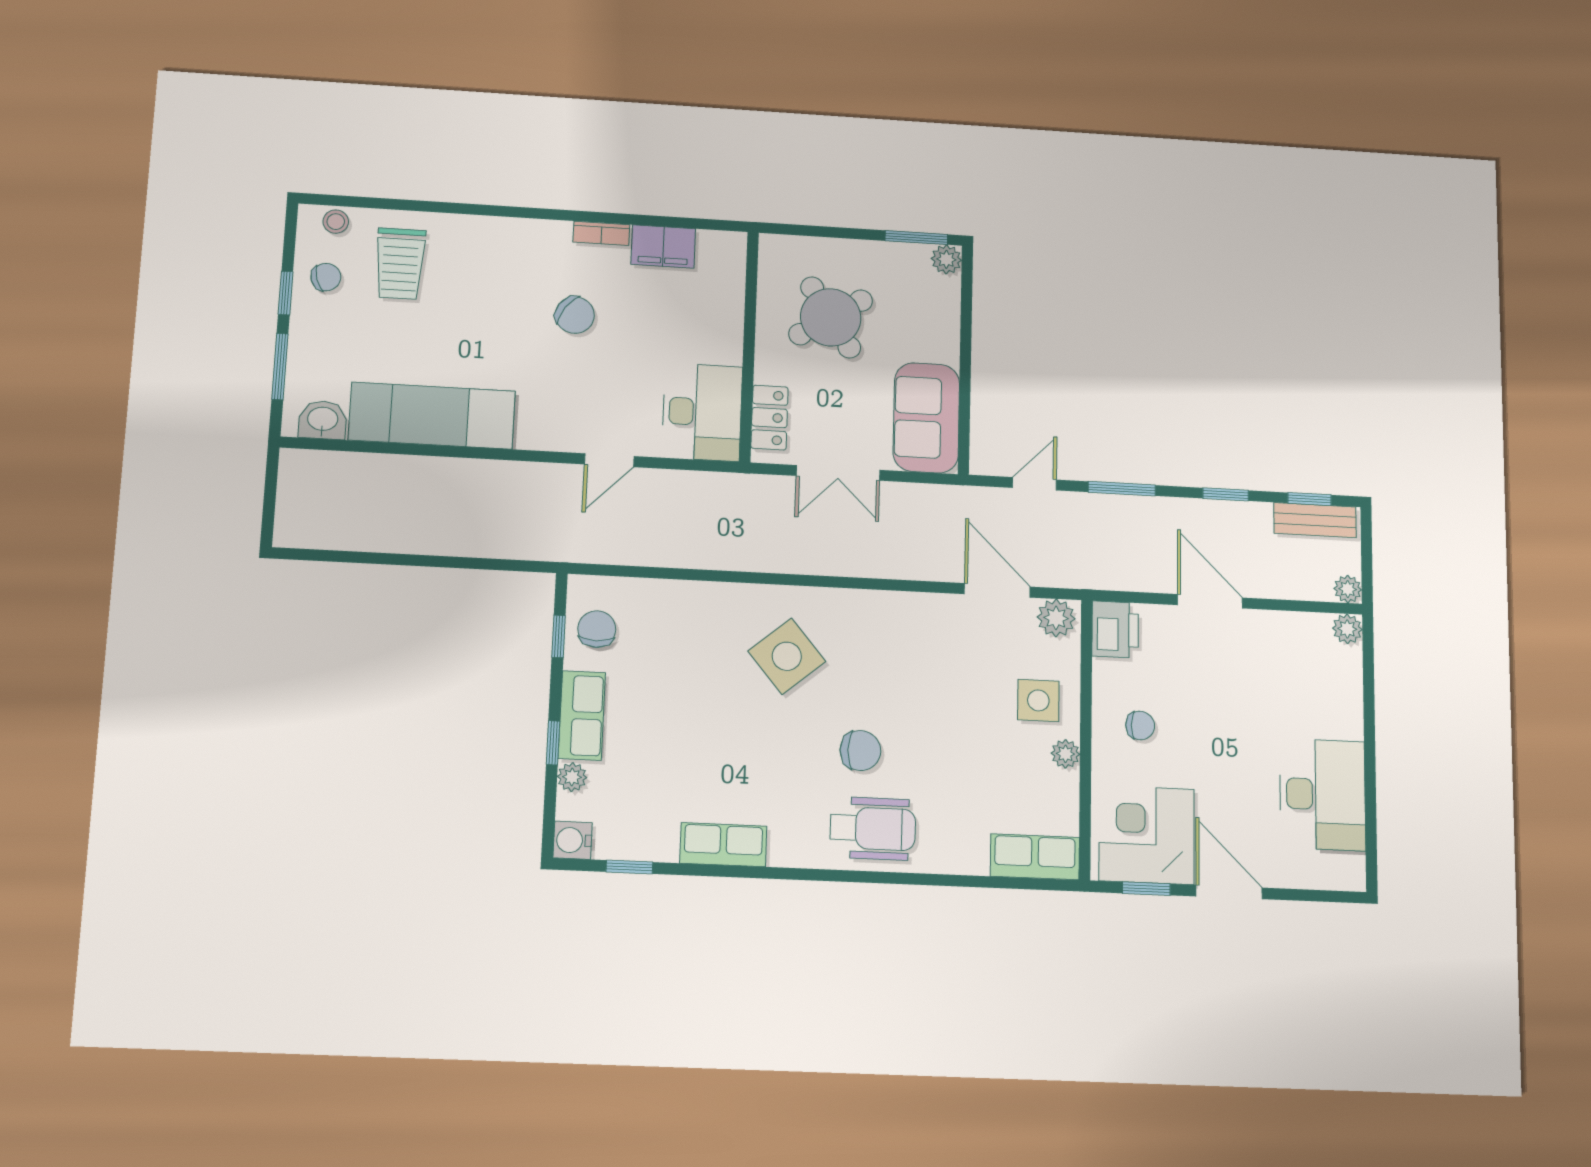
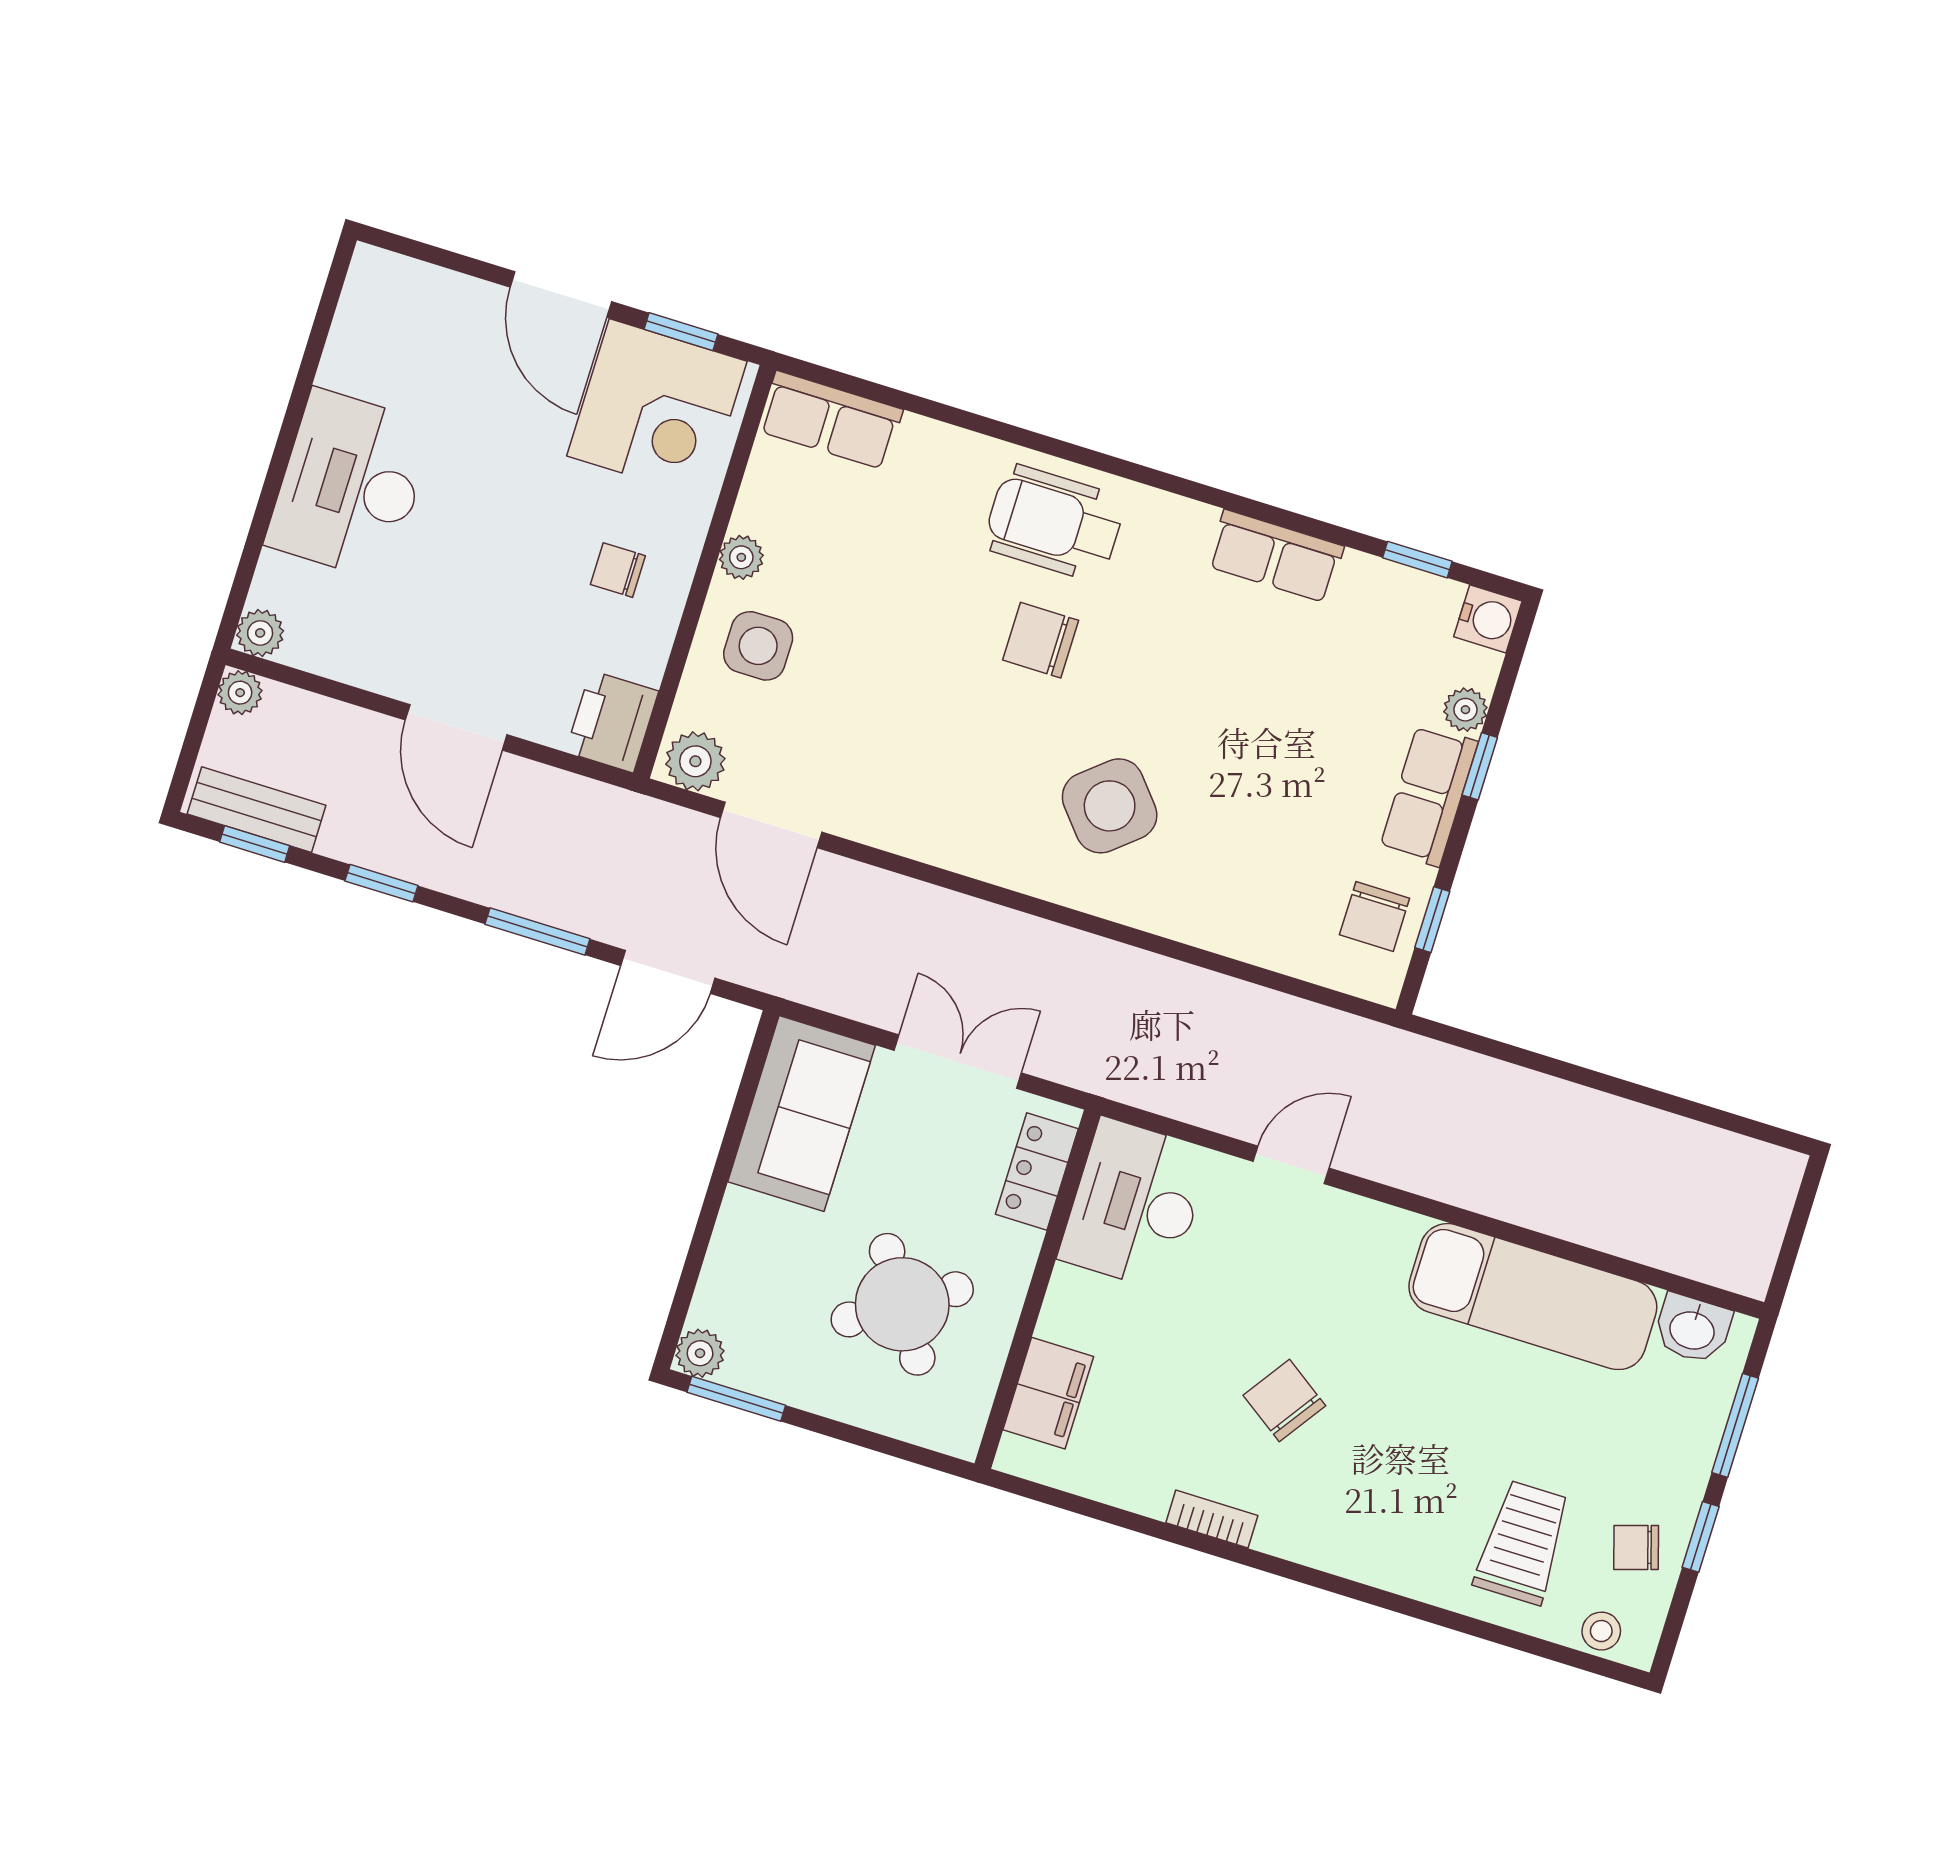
filing cabinet: (663, 247) -> (1048, 1393), moved, turned 90
door: (1034, 484) -> (668, 972), width x1.38
desk: (1323, 794) -> (350, 485), moved

